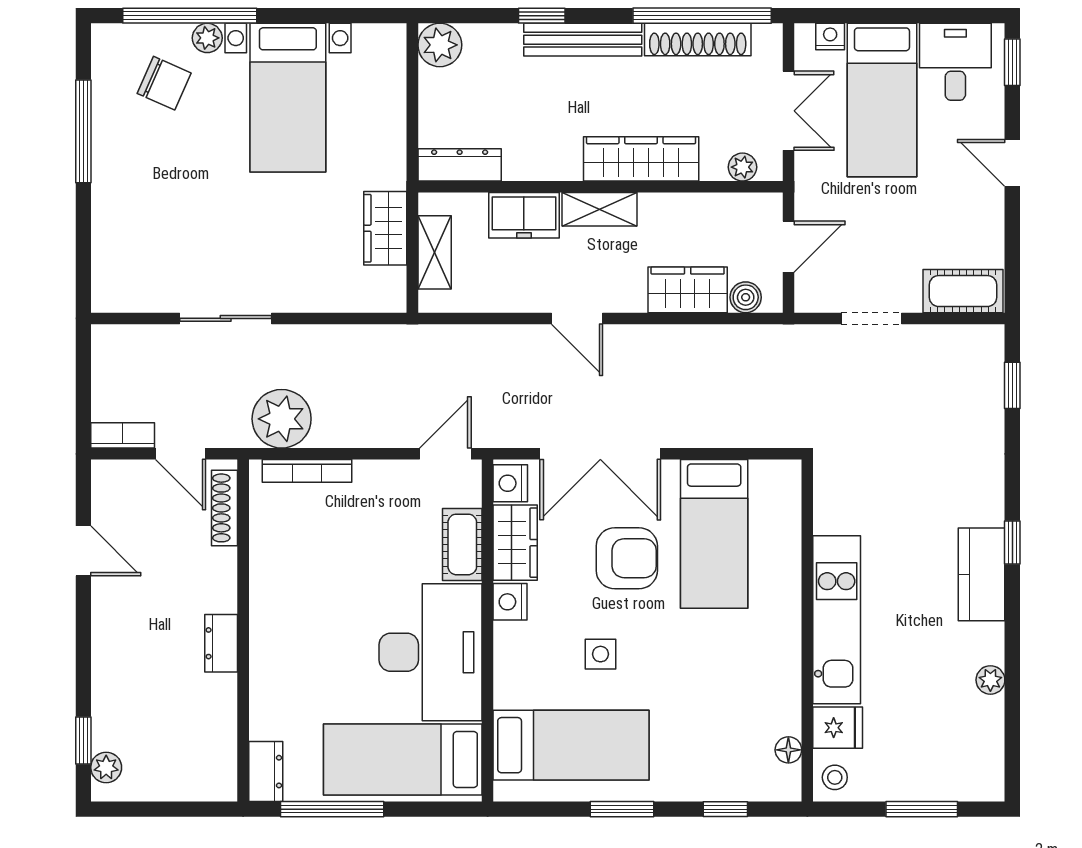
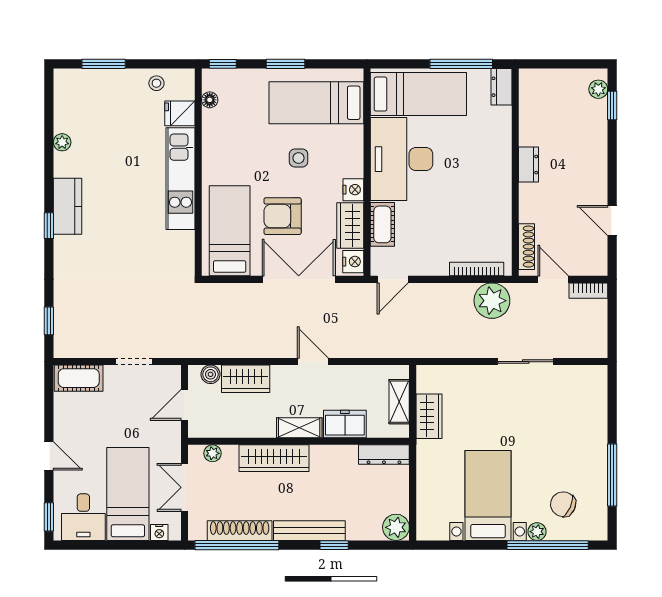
kitchen unit: (837, 620) -> (180, 179), moved
wall: (807, 631) -> (198, 172), moved
fridge: (838, 728) -> (180, 113), moved
floor lamp: (788, 750) -> (210, 100), moved

